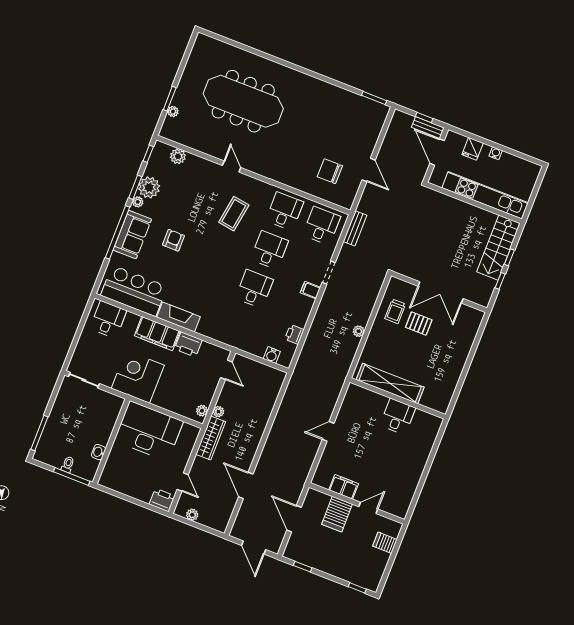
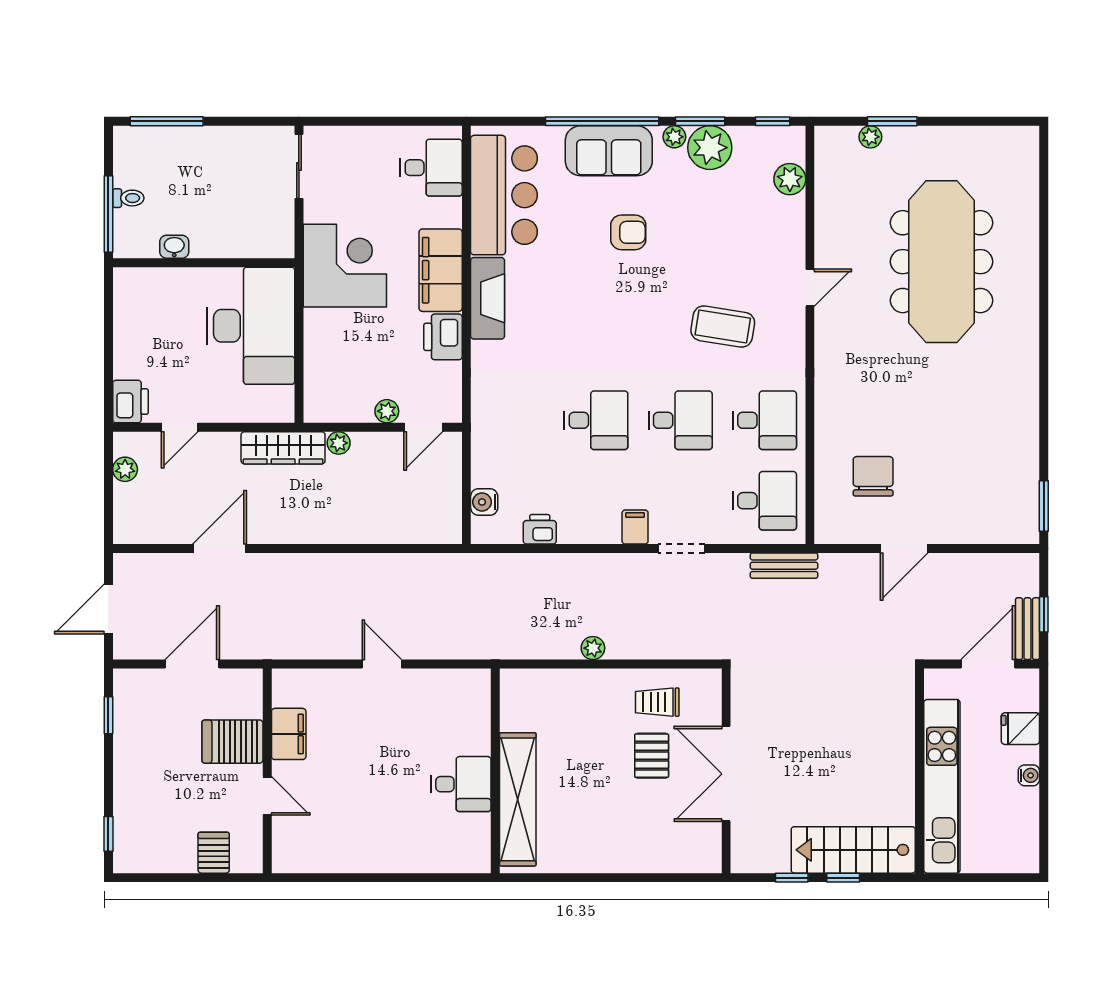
shelving: (390, 383) -> (518, 799), moved
plant: (202, 411) -> (387, 411), moved

